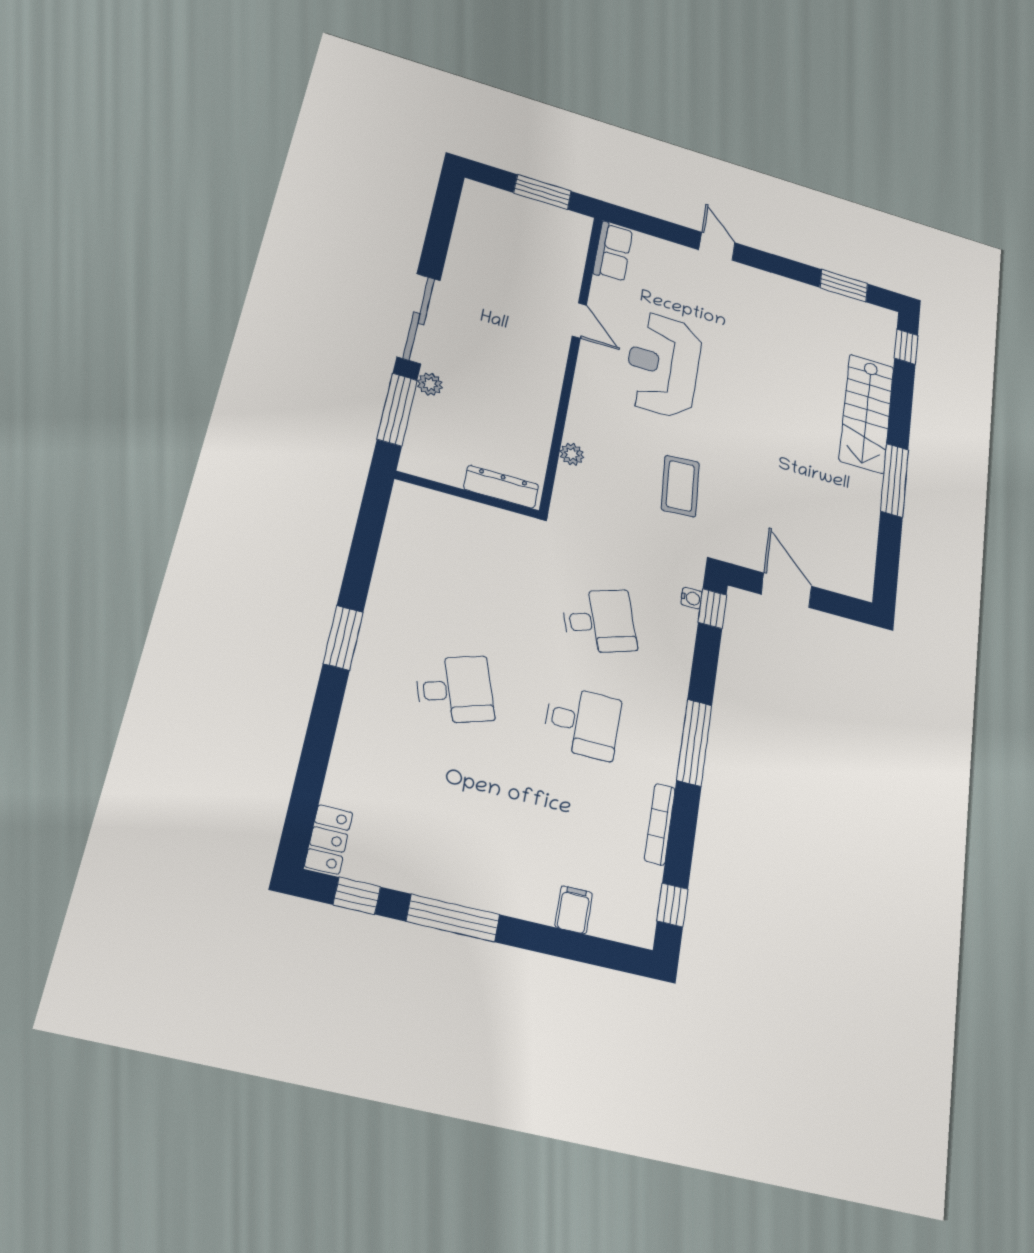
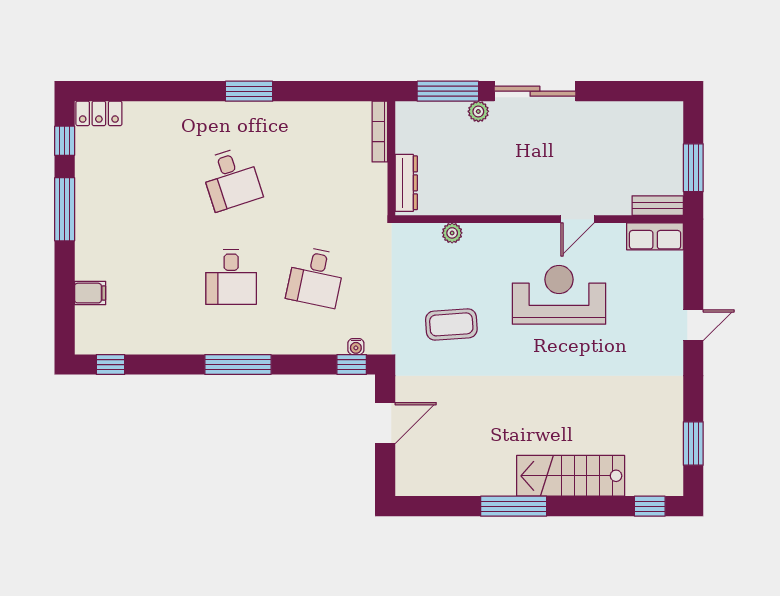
bench: (579, 238) -> (658, 206), added
desk: (599, 621) -> (316, 277), turned 30
bookcase: (660, 824) -> (380, 132), moved, turned -90

